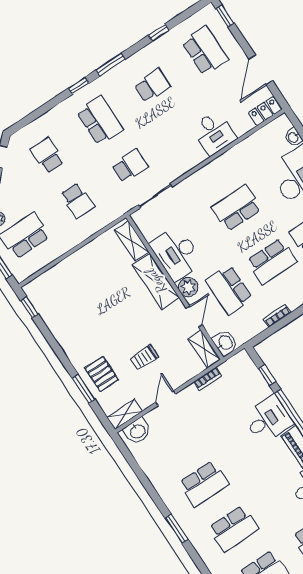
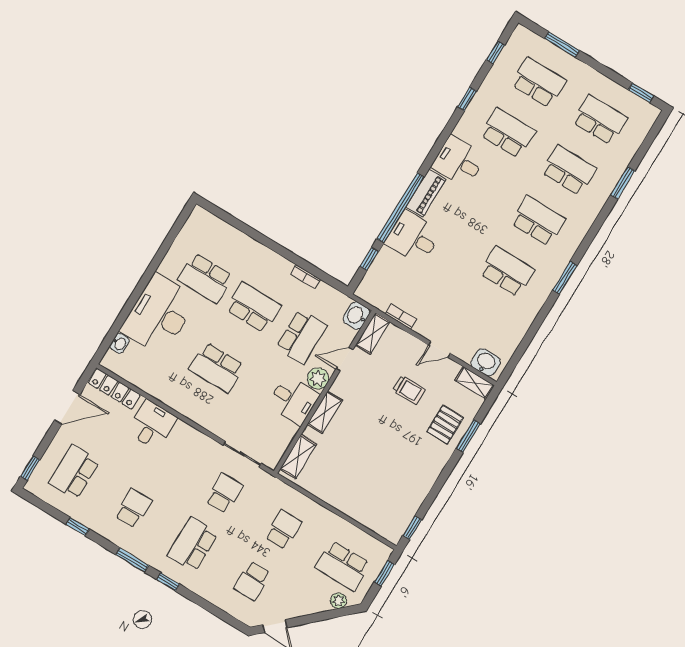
school desk: (152, 86) -> (133, 508), turned 90
locker: (265, 111) -> (114, 389), width x1.53
school desk: (130, 166) -> (224, 493), turned 90
desk: (177, 253) -> (293, 400), width x0.73
shelving: (156, 281) -> (325, 412), width x0.67, depth x0.75

